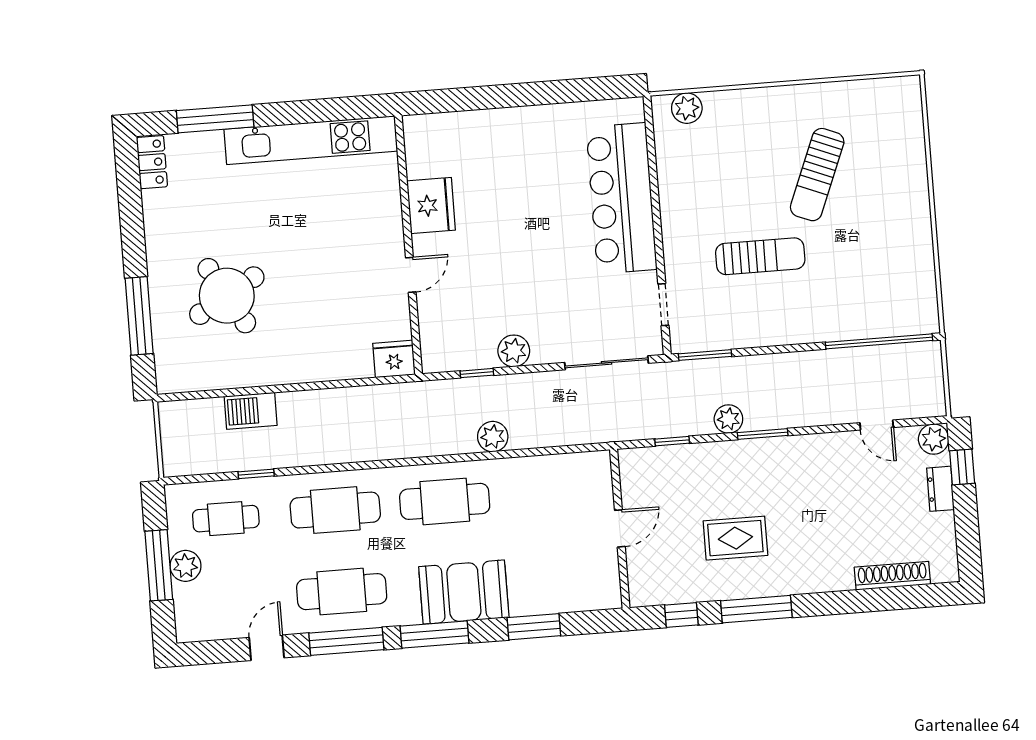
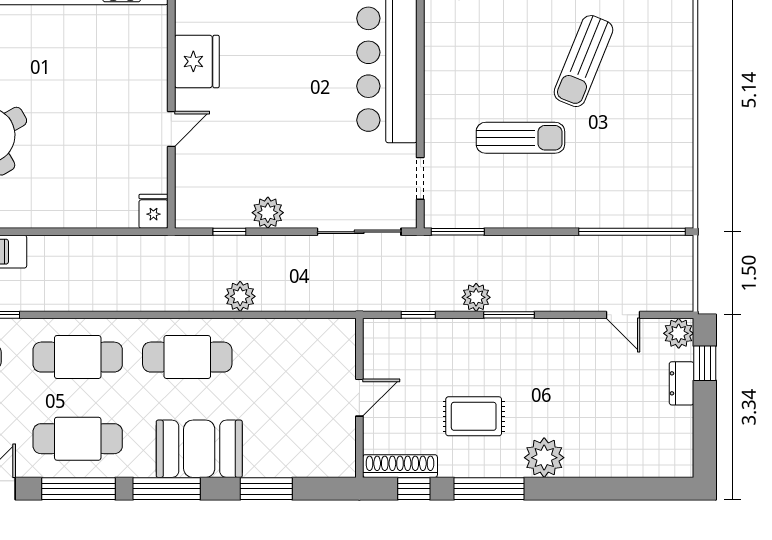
fridge: (394, 359) -> (153, 211), width x0.72
plant: (809, 574) -> (544, 458), added
shoe rack: (892, 576) -> (400, 466), moved

